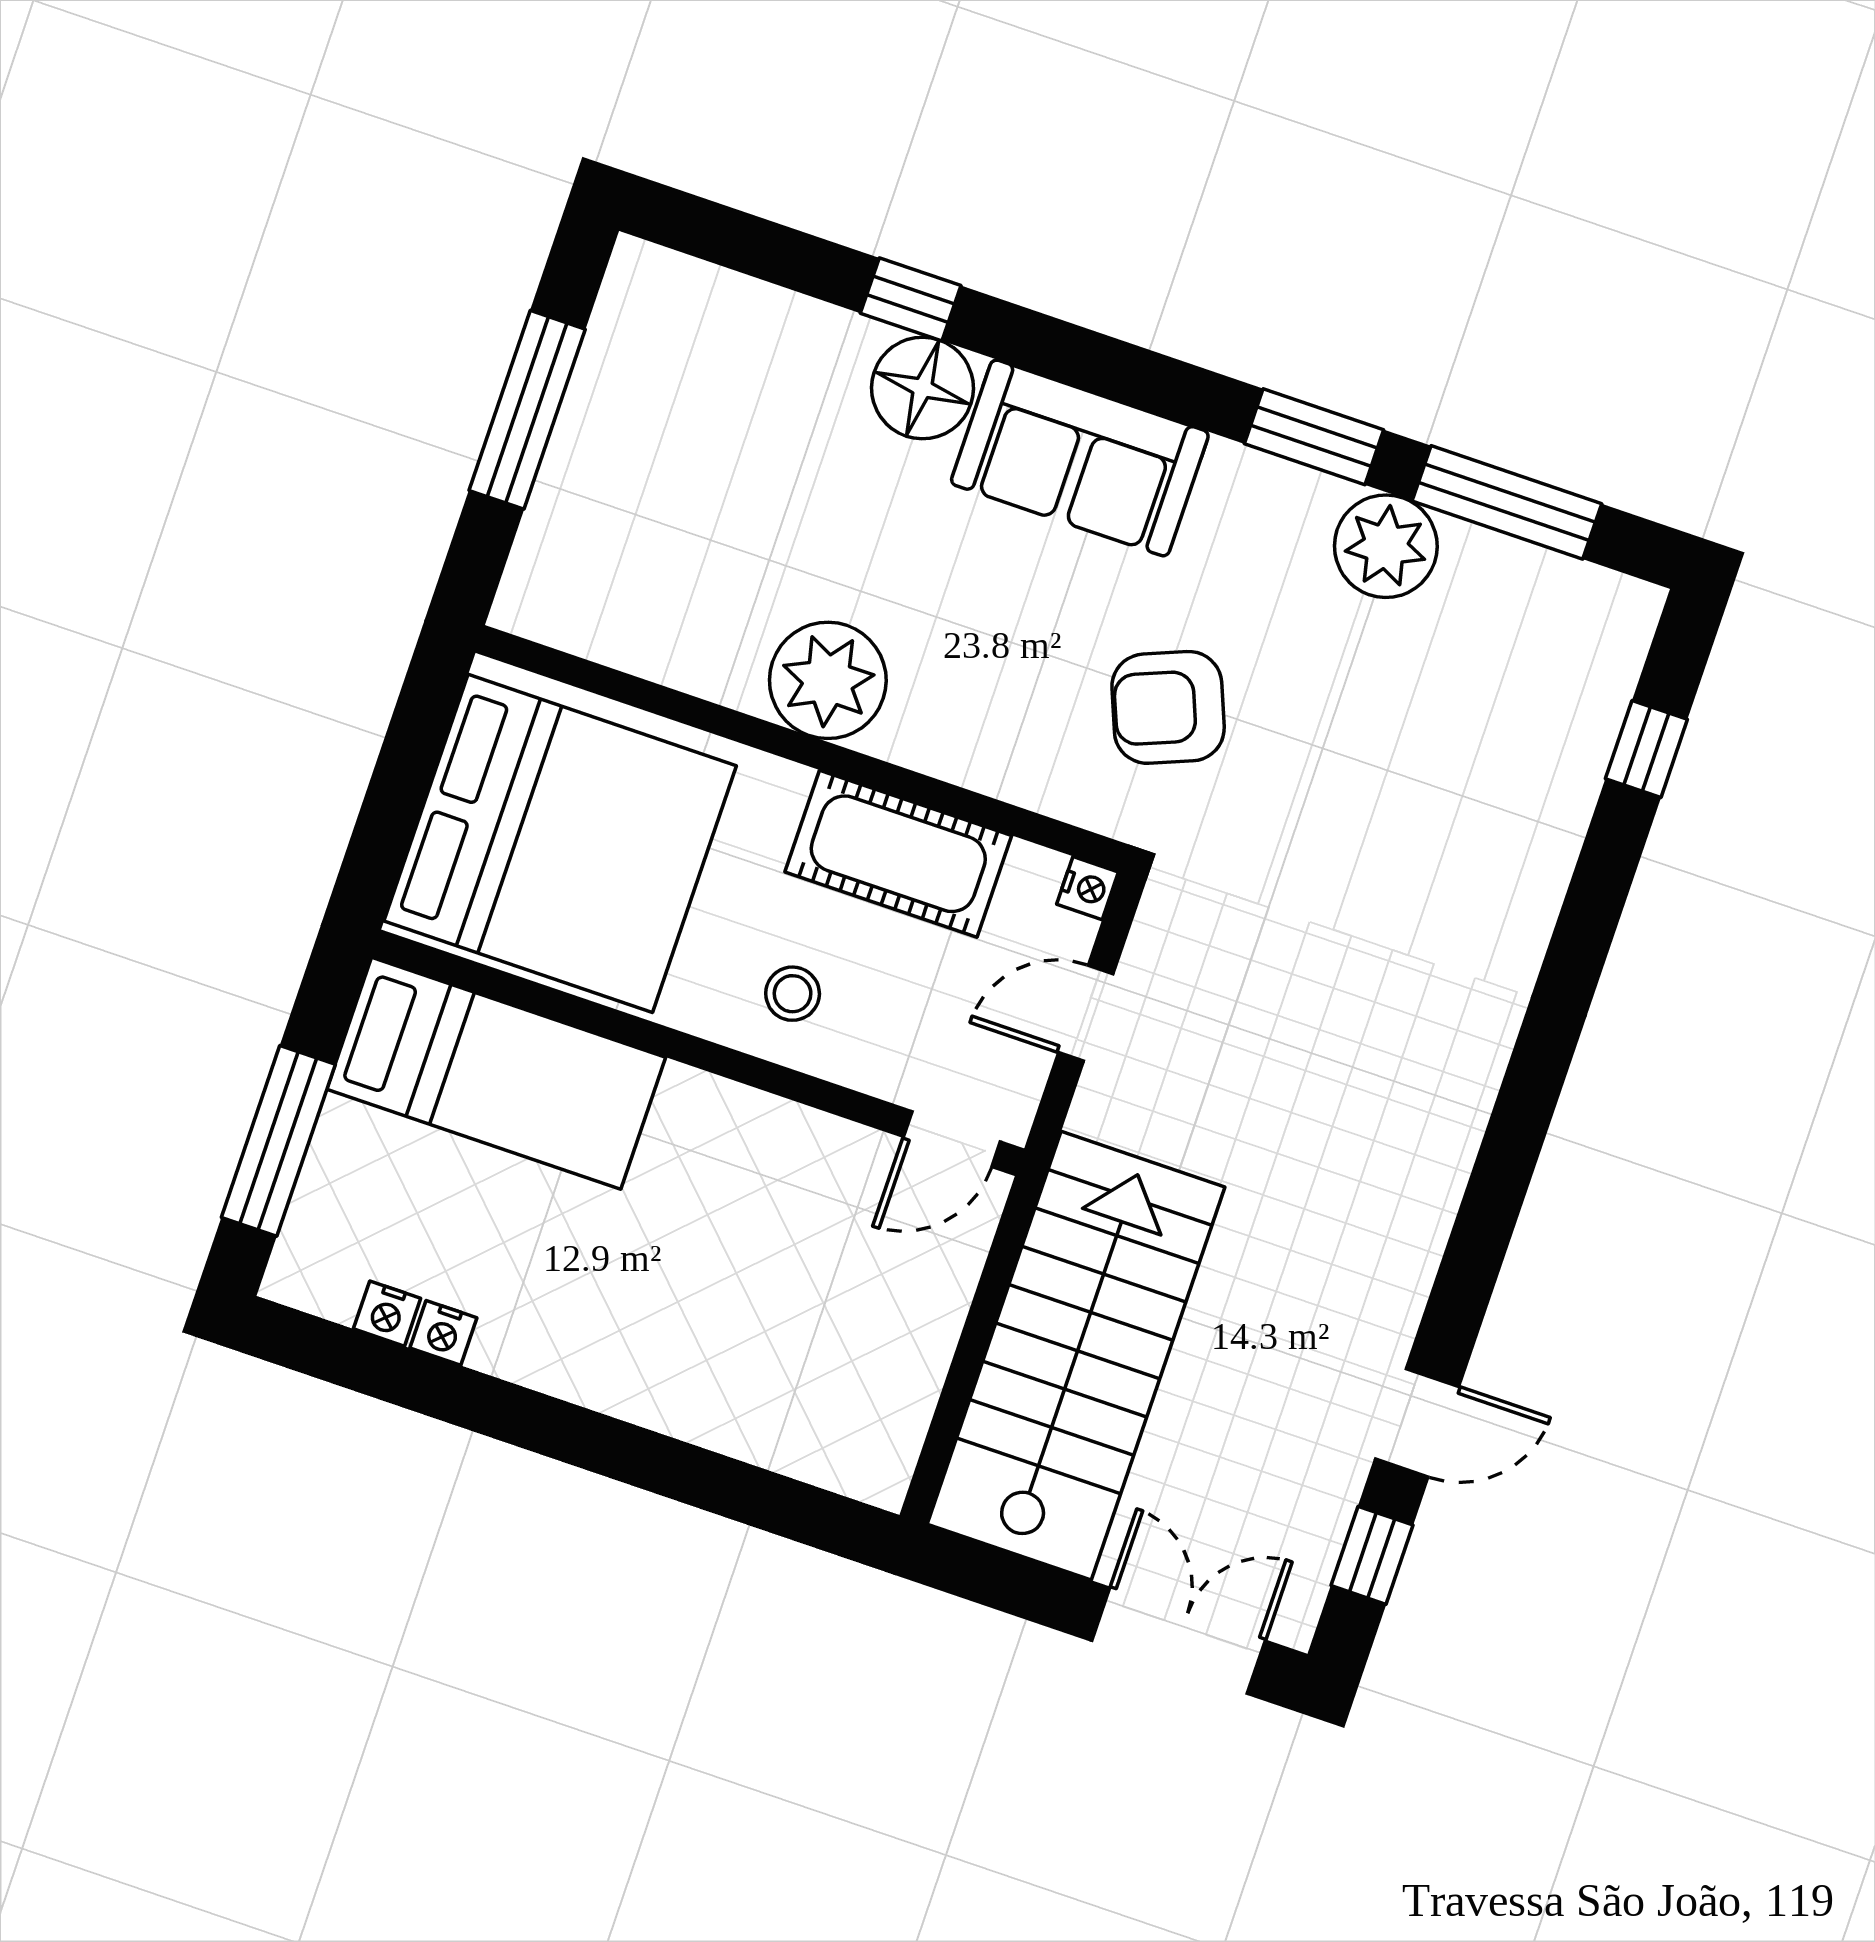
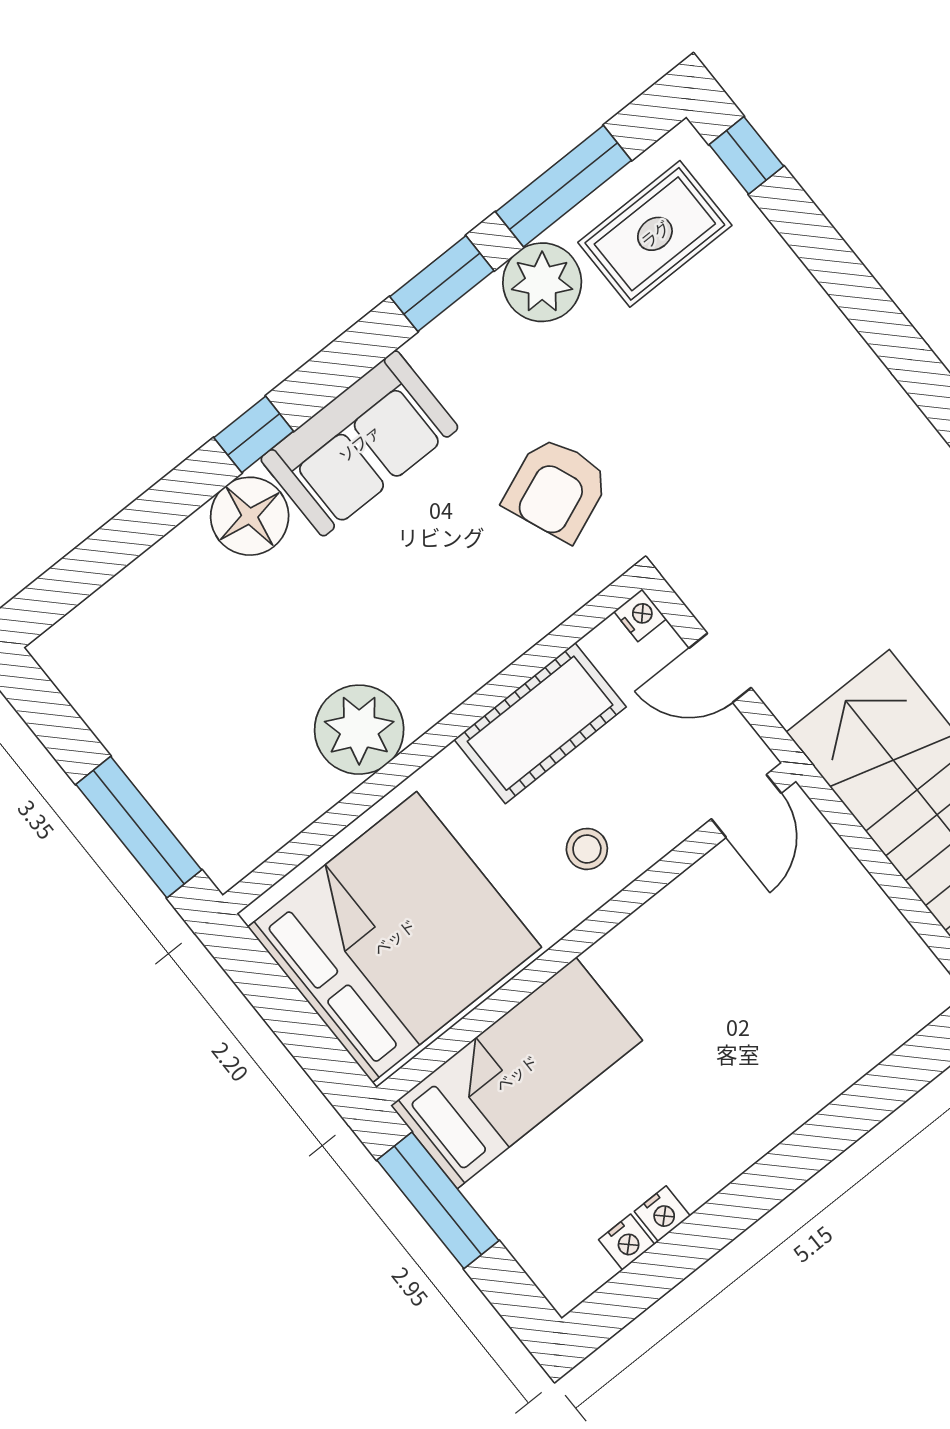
window: (911, 299) -> (254, 434), moved
window: (527, 410) -> (139, 827), moved
rug: (1518, 637) -> (655, 234), added
plant: (828, 680) -> (359, 730), moved
window: (1646, 749) -> (746, 155), moved
door: (1086, 1013) -> (720, 668), hinge flipped
window: (278, 1141) -> (438, 1200), moved

